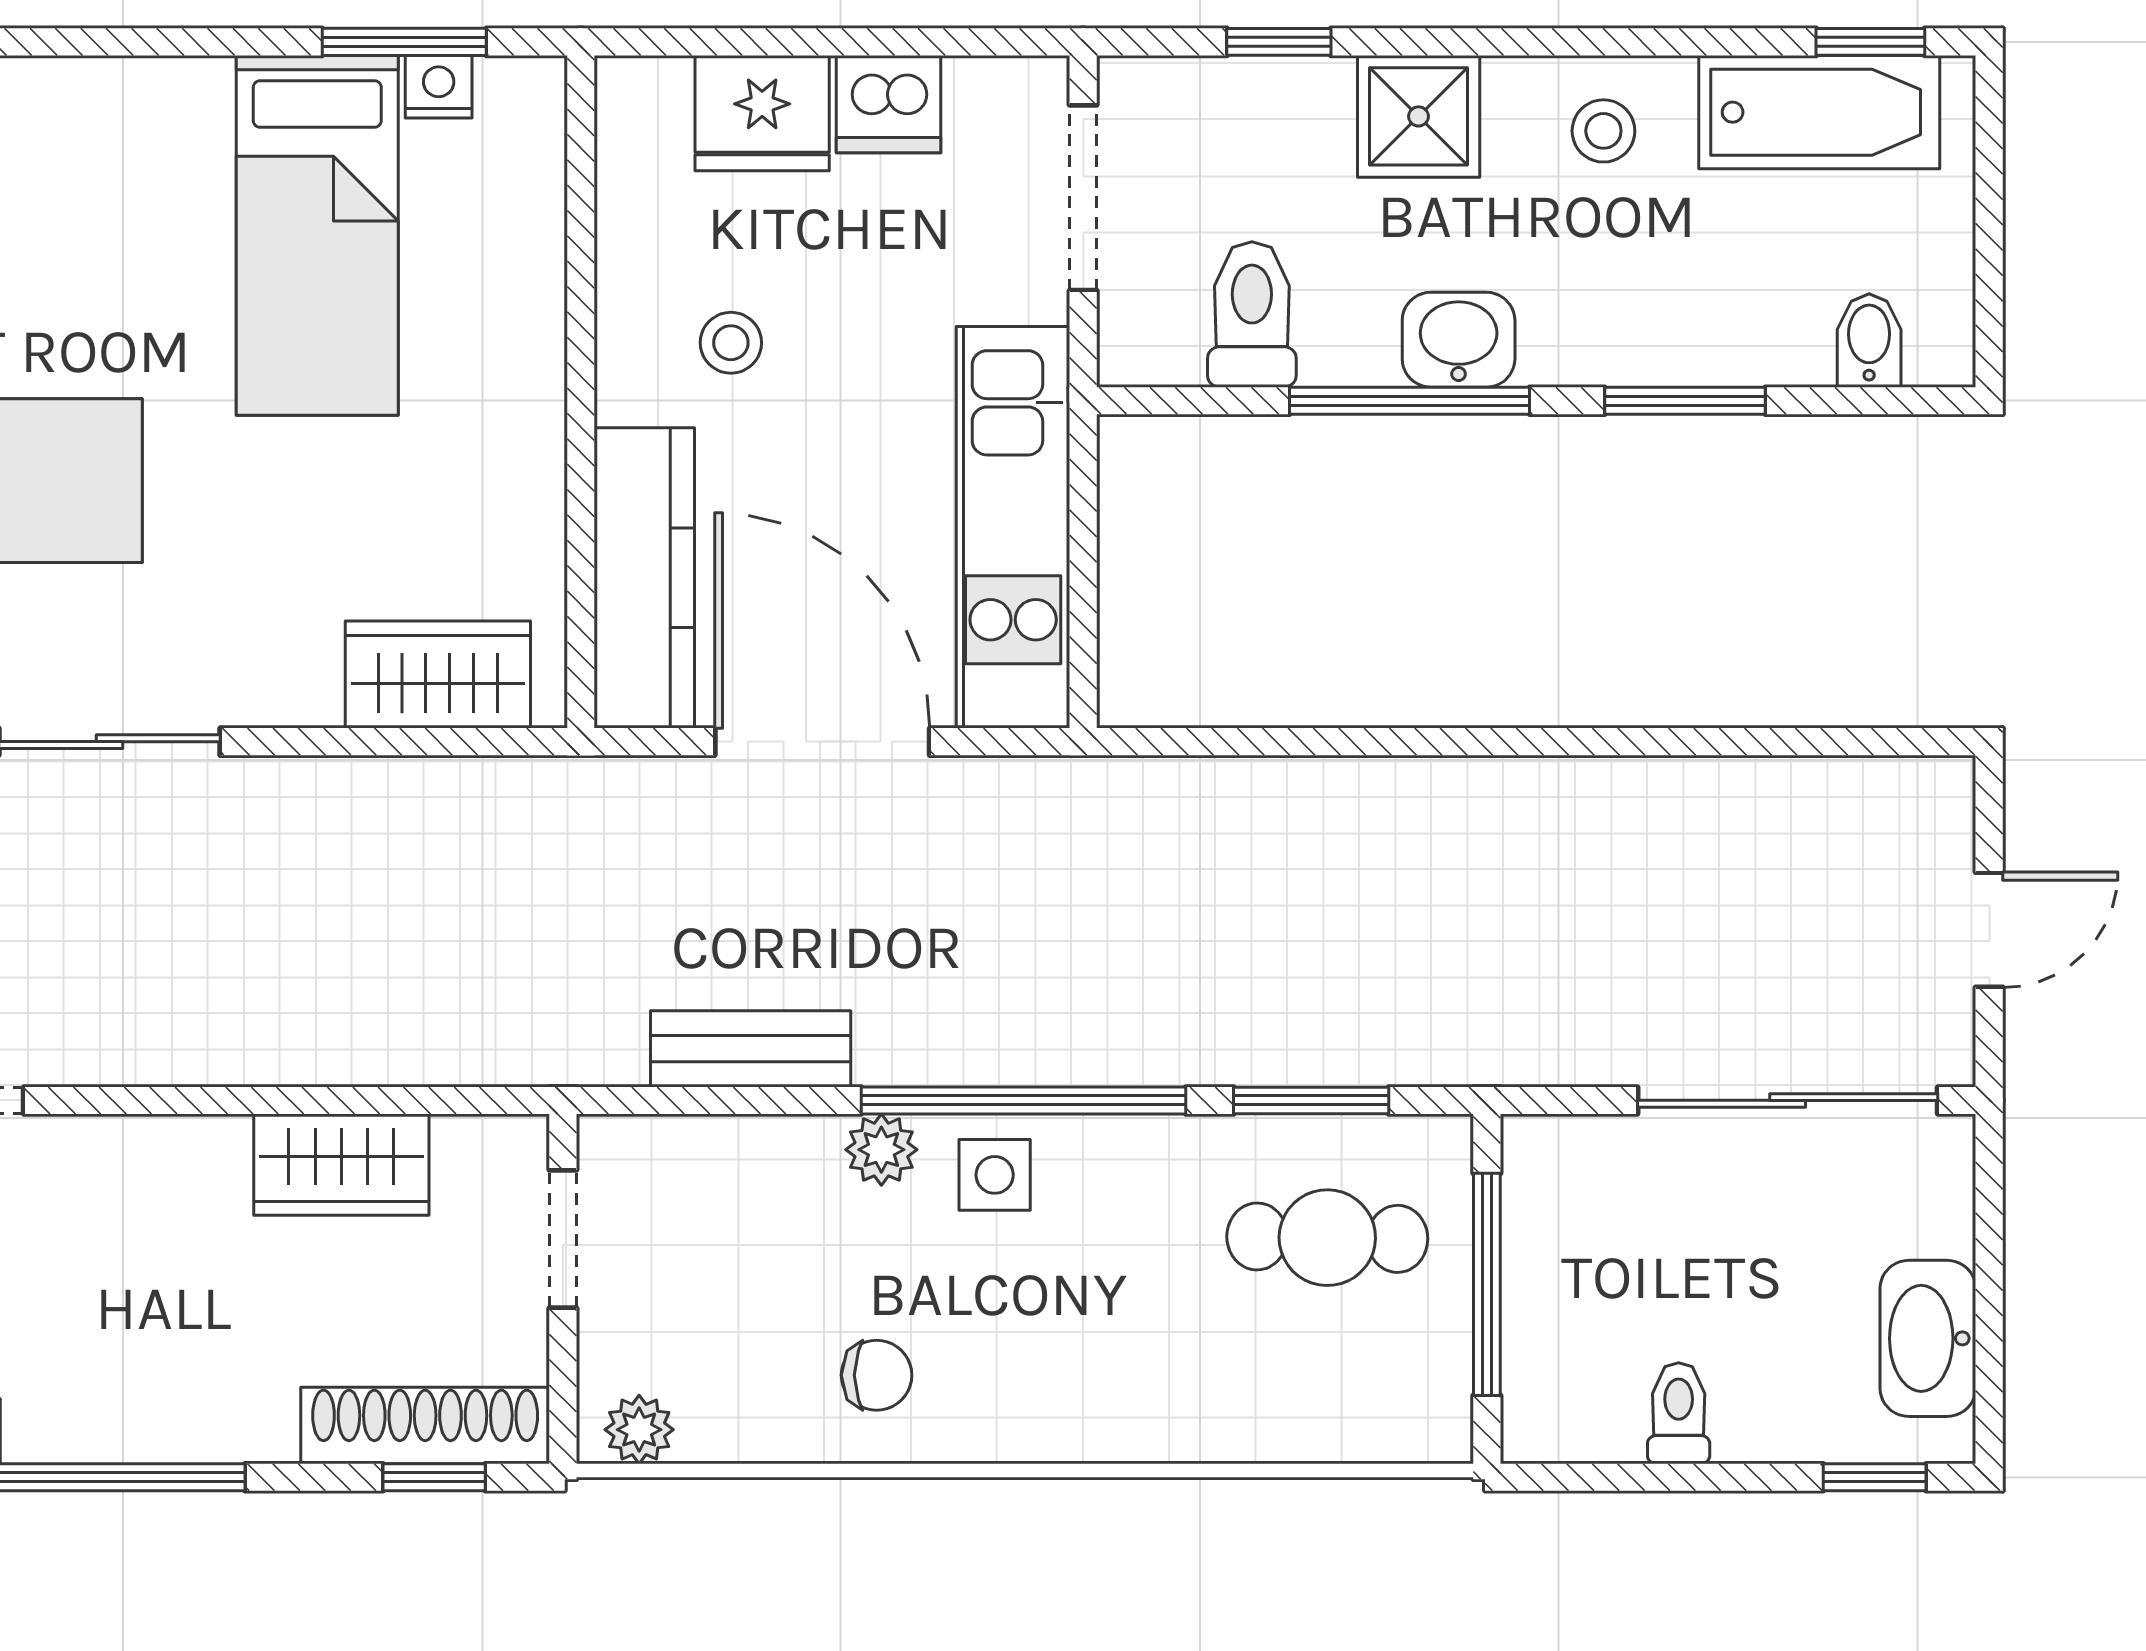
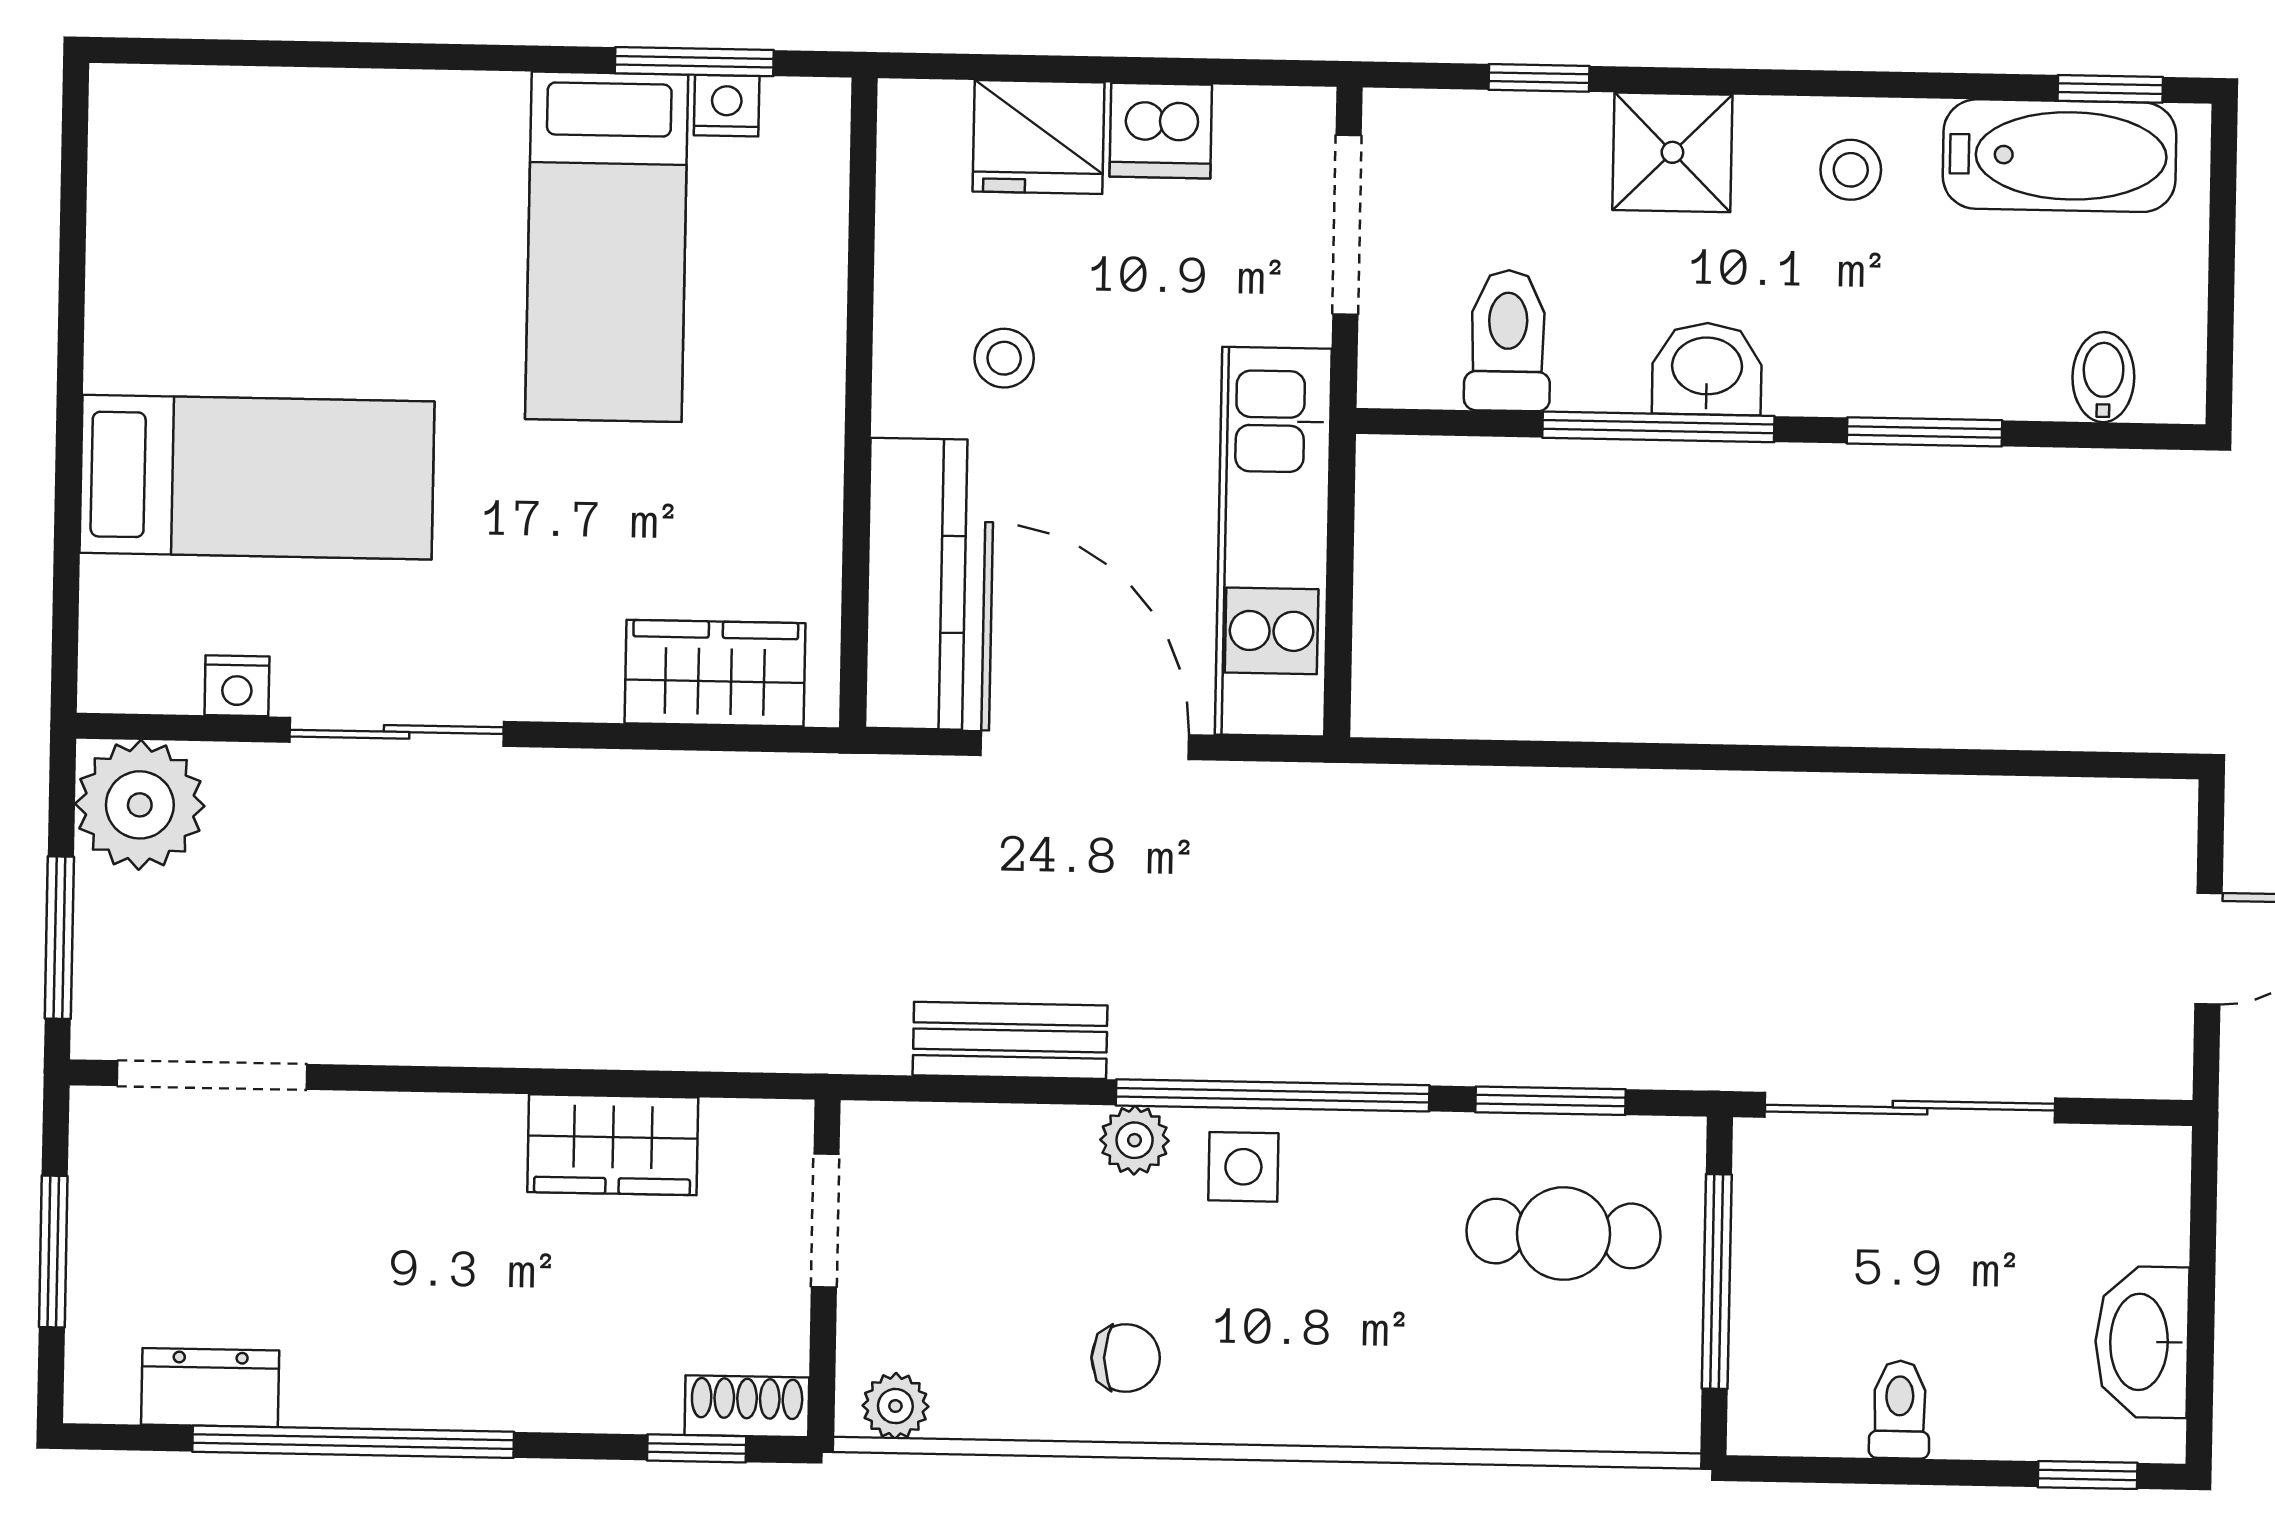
sliding door: (1788, 1100) -> (1910, 1108), moved
shoe rack: (425, 1425) -> (747, 1406), width x0.51, depth x0.81

